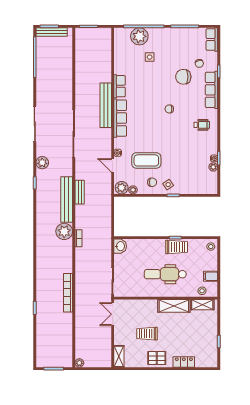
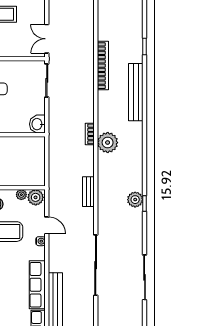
plant: (42, 163) -> (135, 200), moved
bench: (67, 199) -> (136, 92), moved
double door: (113, 314) -> (47, 39), swing flipped

